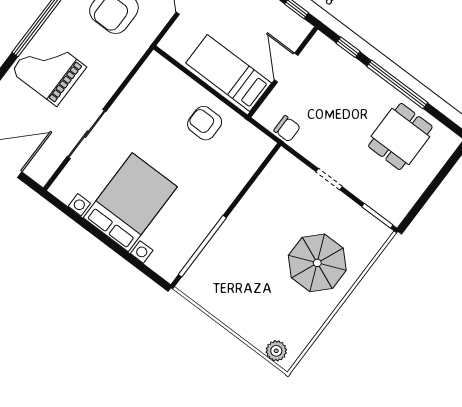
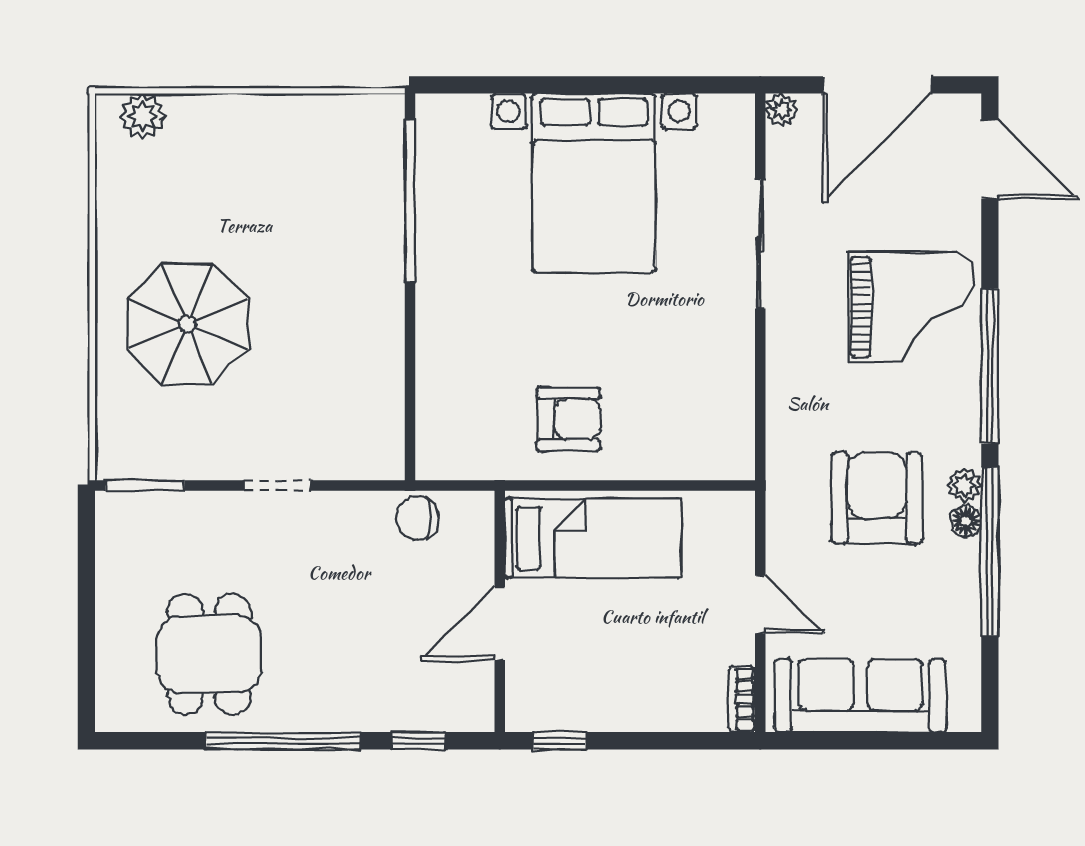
door: (286, 68) -> (500, 624), swing flipped
plant: (42, 177) -> (782, 110), added

